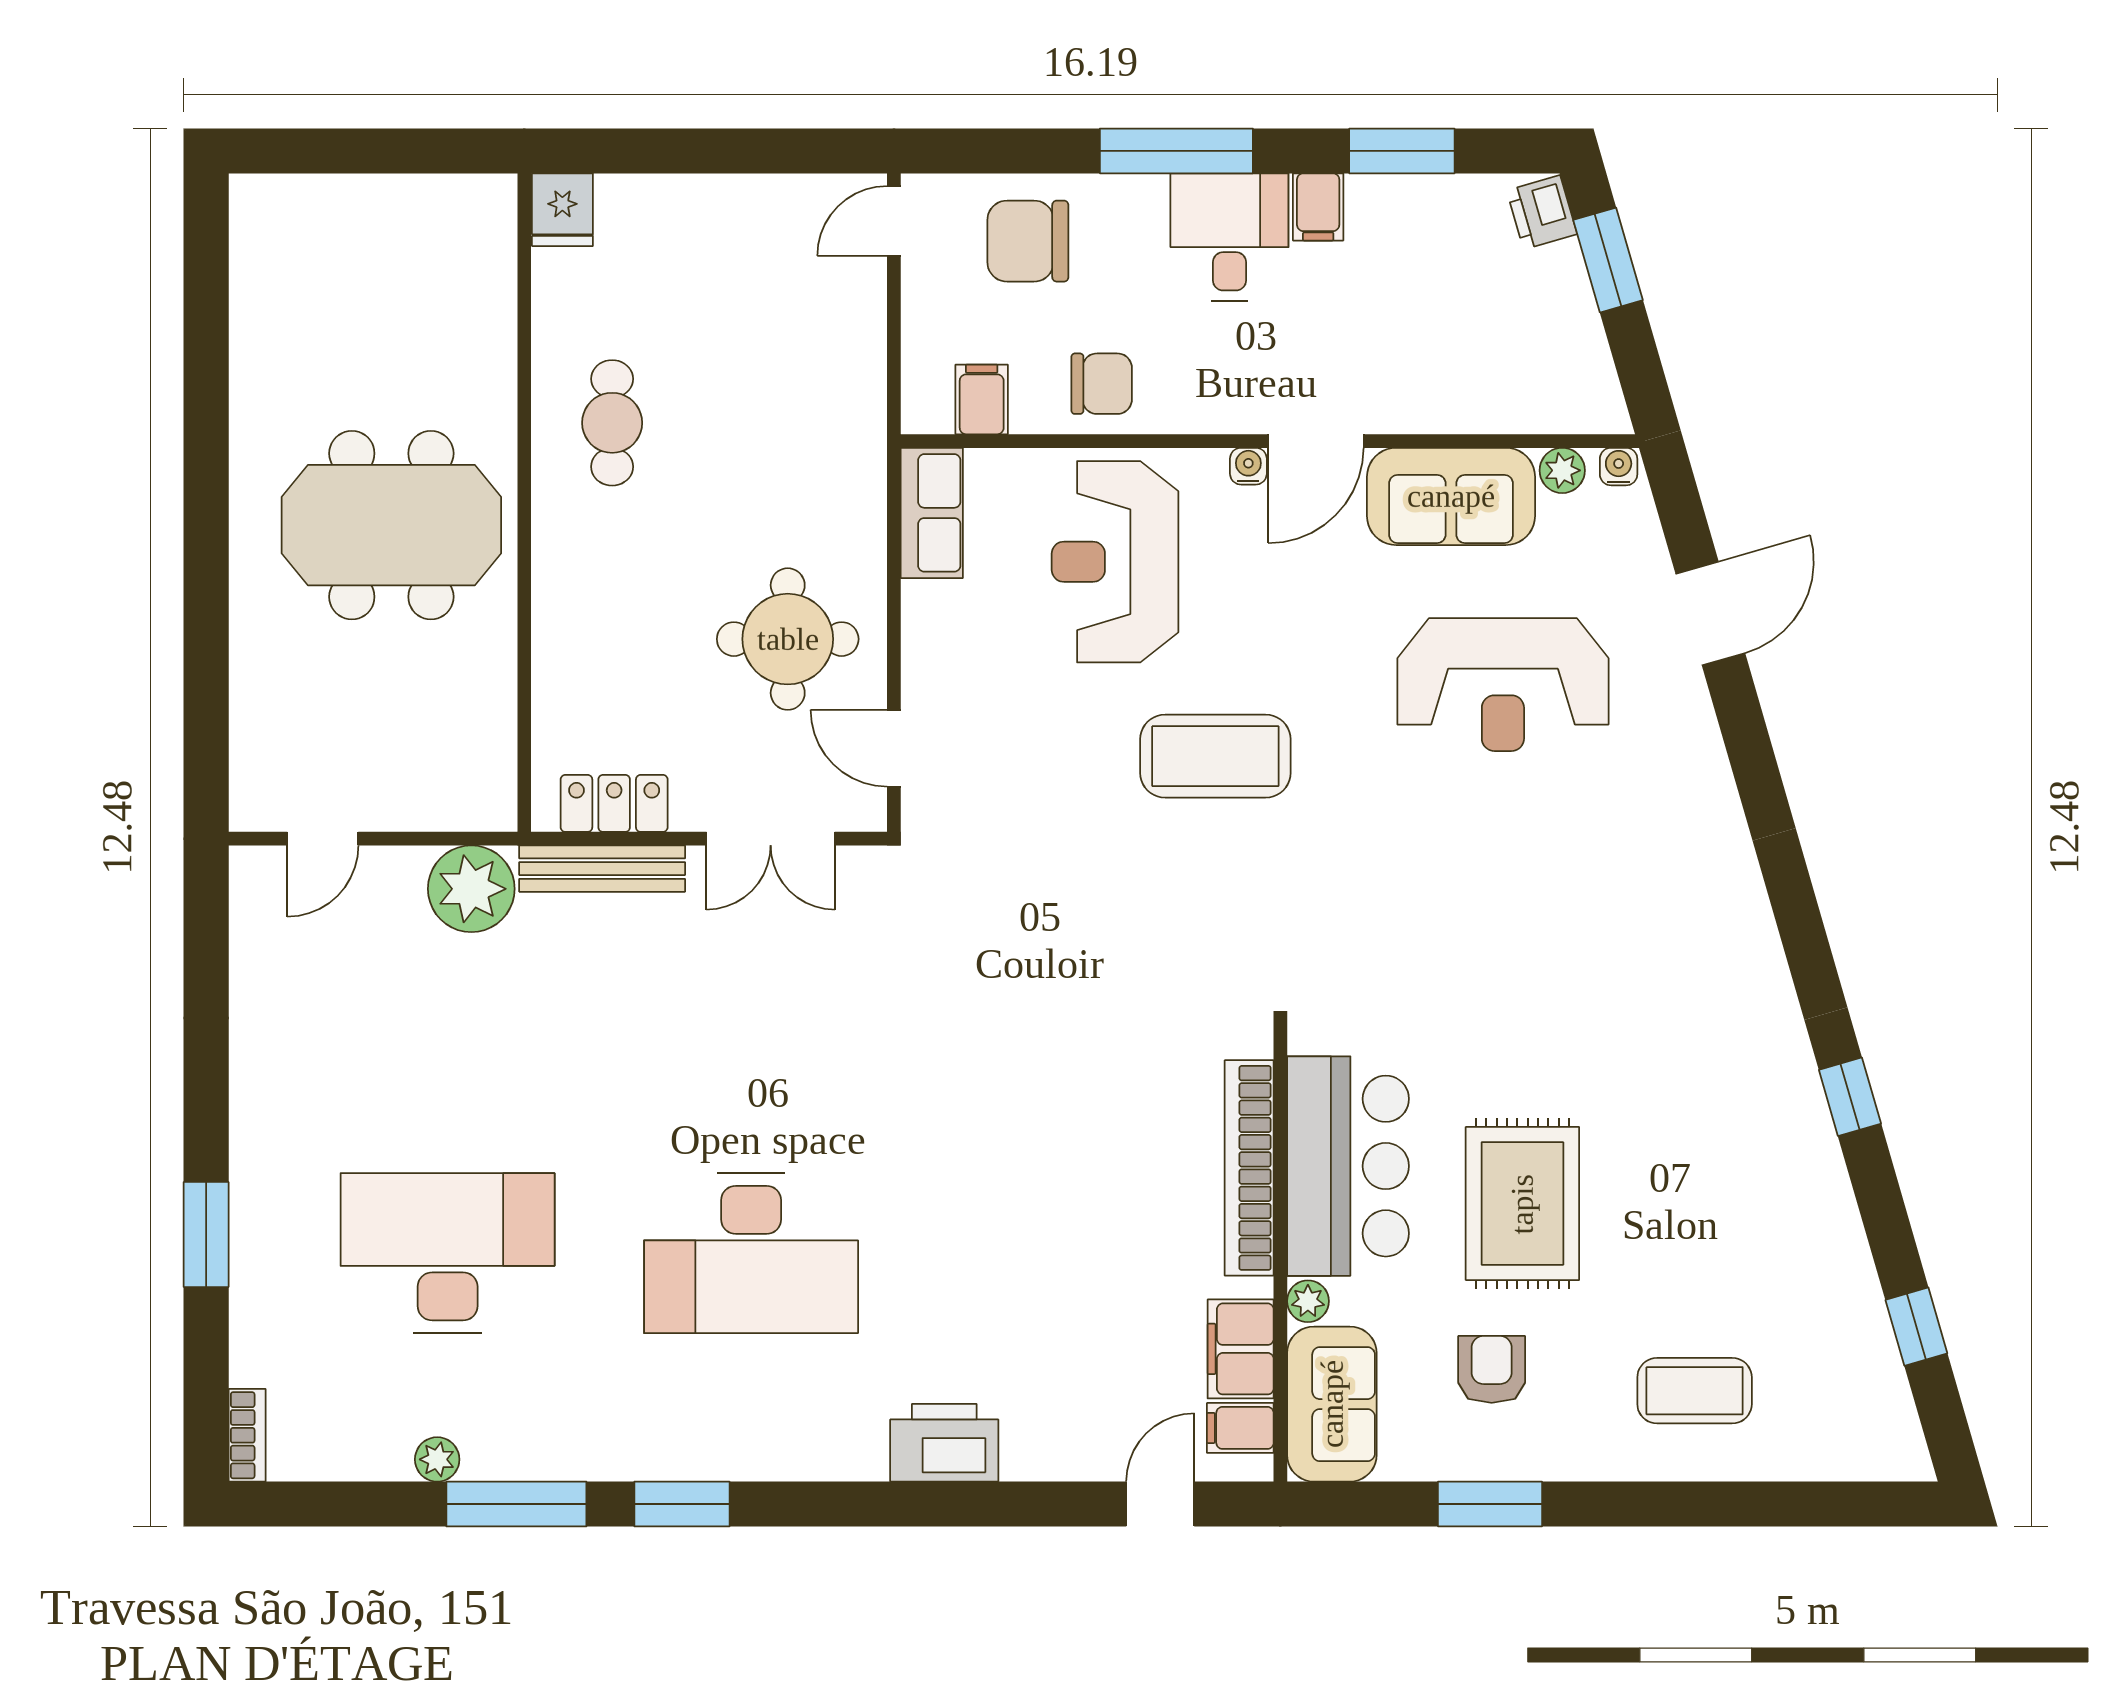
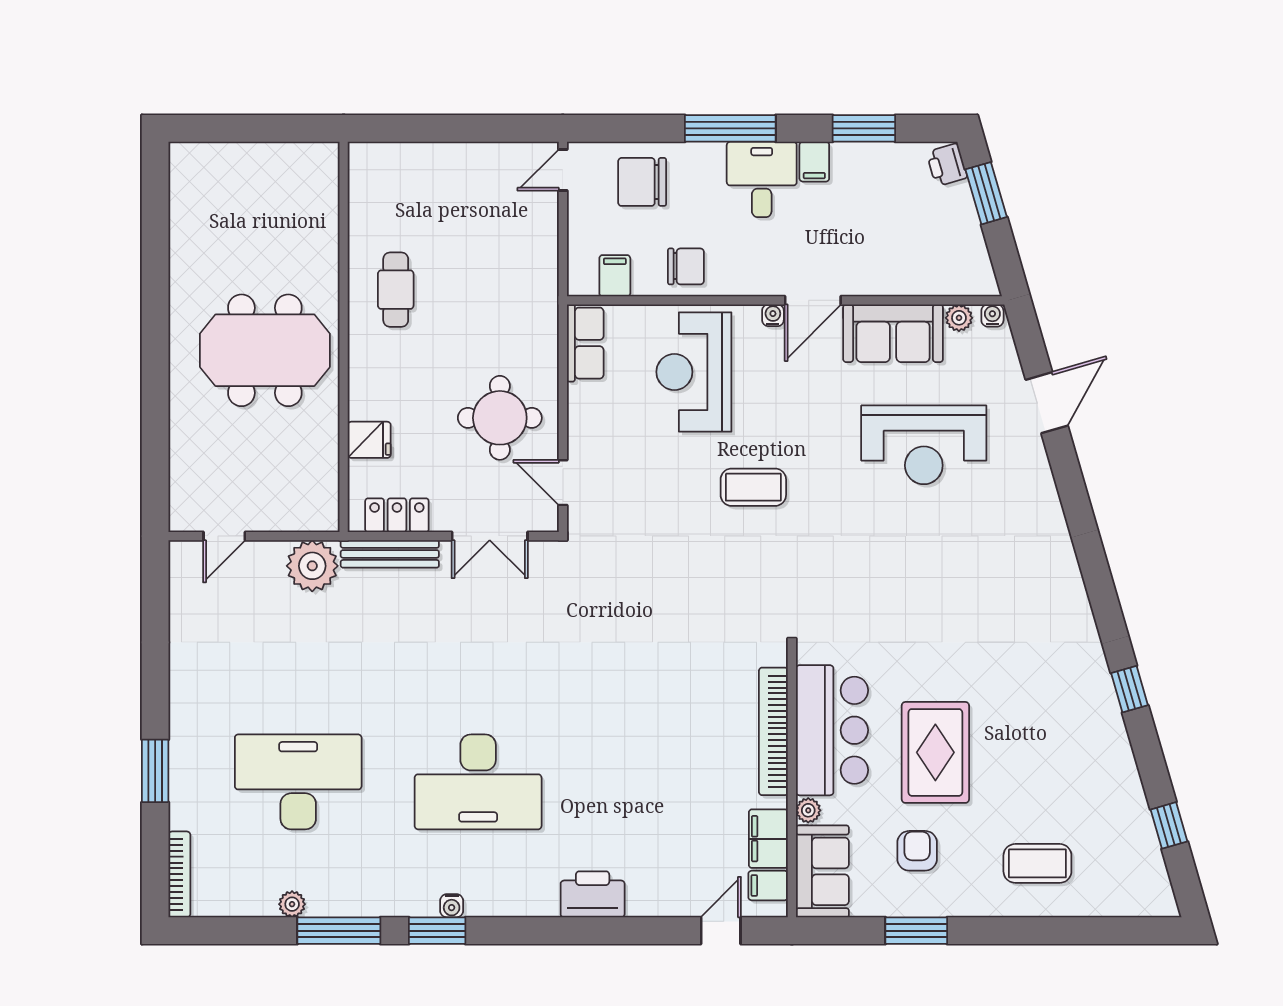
fridge: (562, 210) -> (369, 440), moved, turned -90
coffee table: (1215, 756) -> (753, 487), width x0.73, depth x0.76
bookcase: (247, 1435) -> (179, 874), width x1.56
water cooler: (706, 1462) -> (452, 906), added

